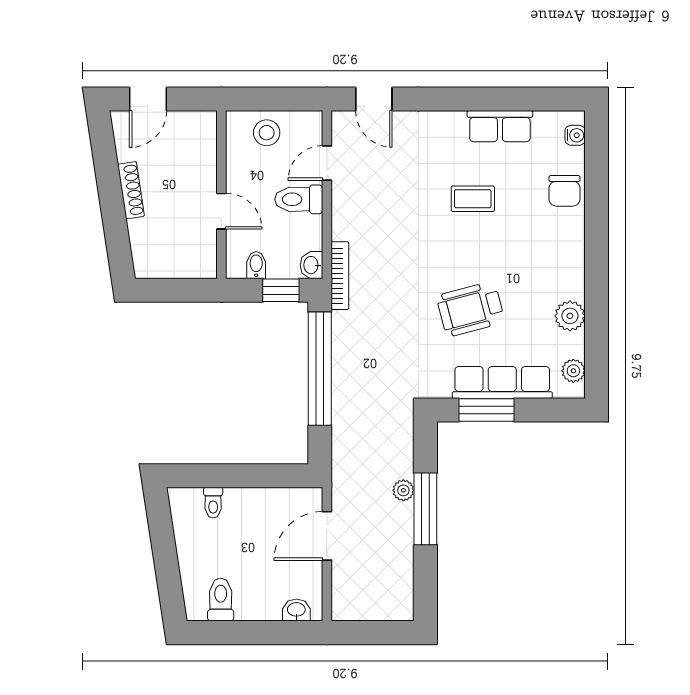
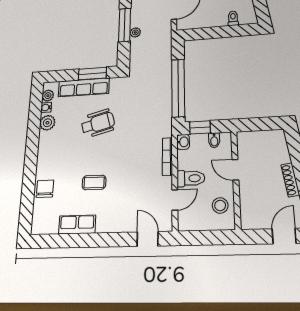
stool: (267, 133) -> (220, 205), moved
water cooler: (575, 135) -> (46, 107), moved
bookcase: (340, 276) -> (167, 156), moved

